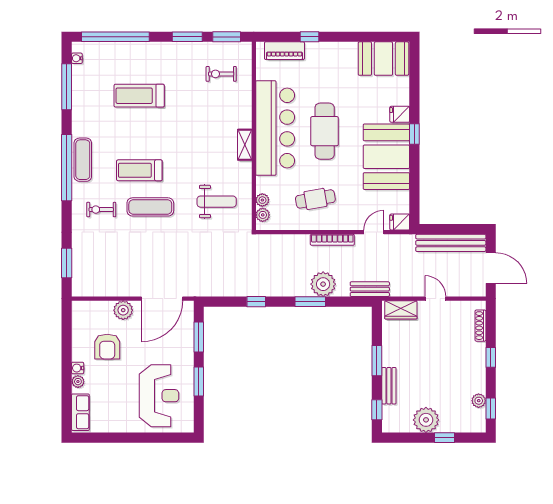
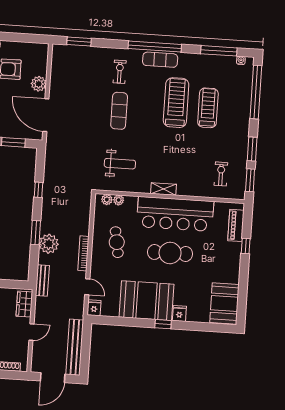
treadmill: (139, 170) -> (176, 103), moved, width x1.37, depth x1.38
weight bench: (217, 202) -> (120, 164), turned -90

